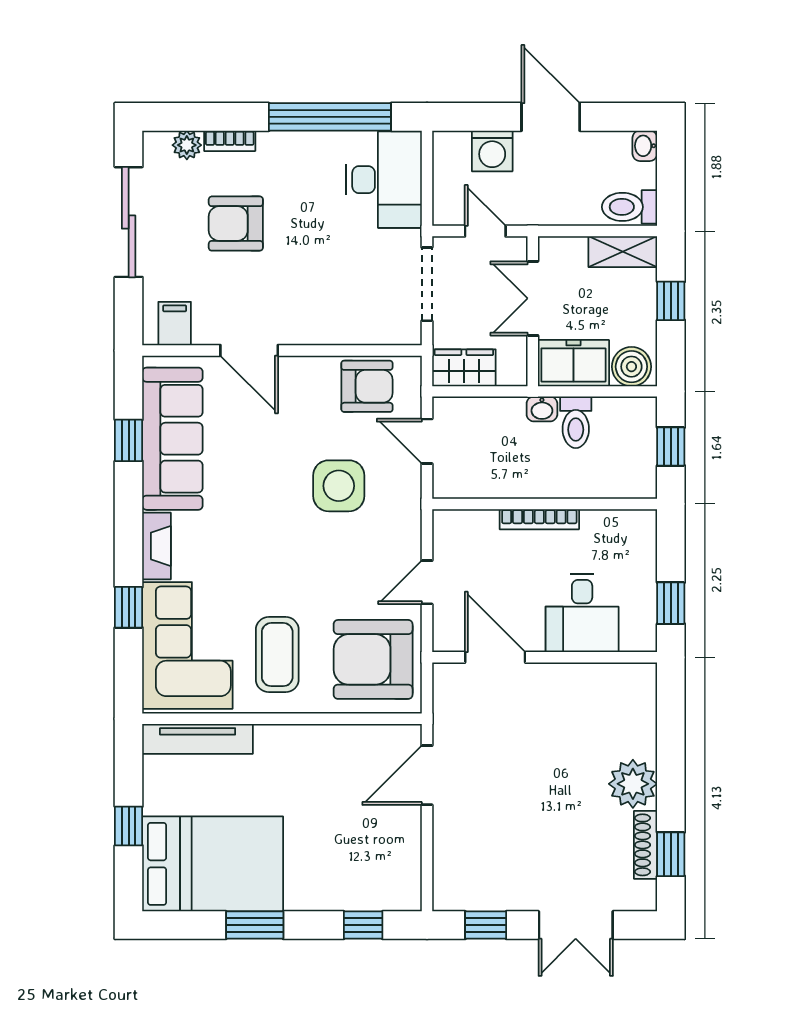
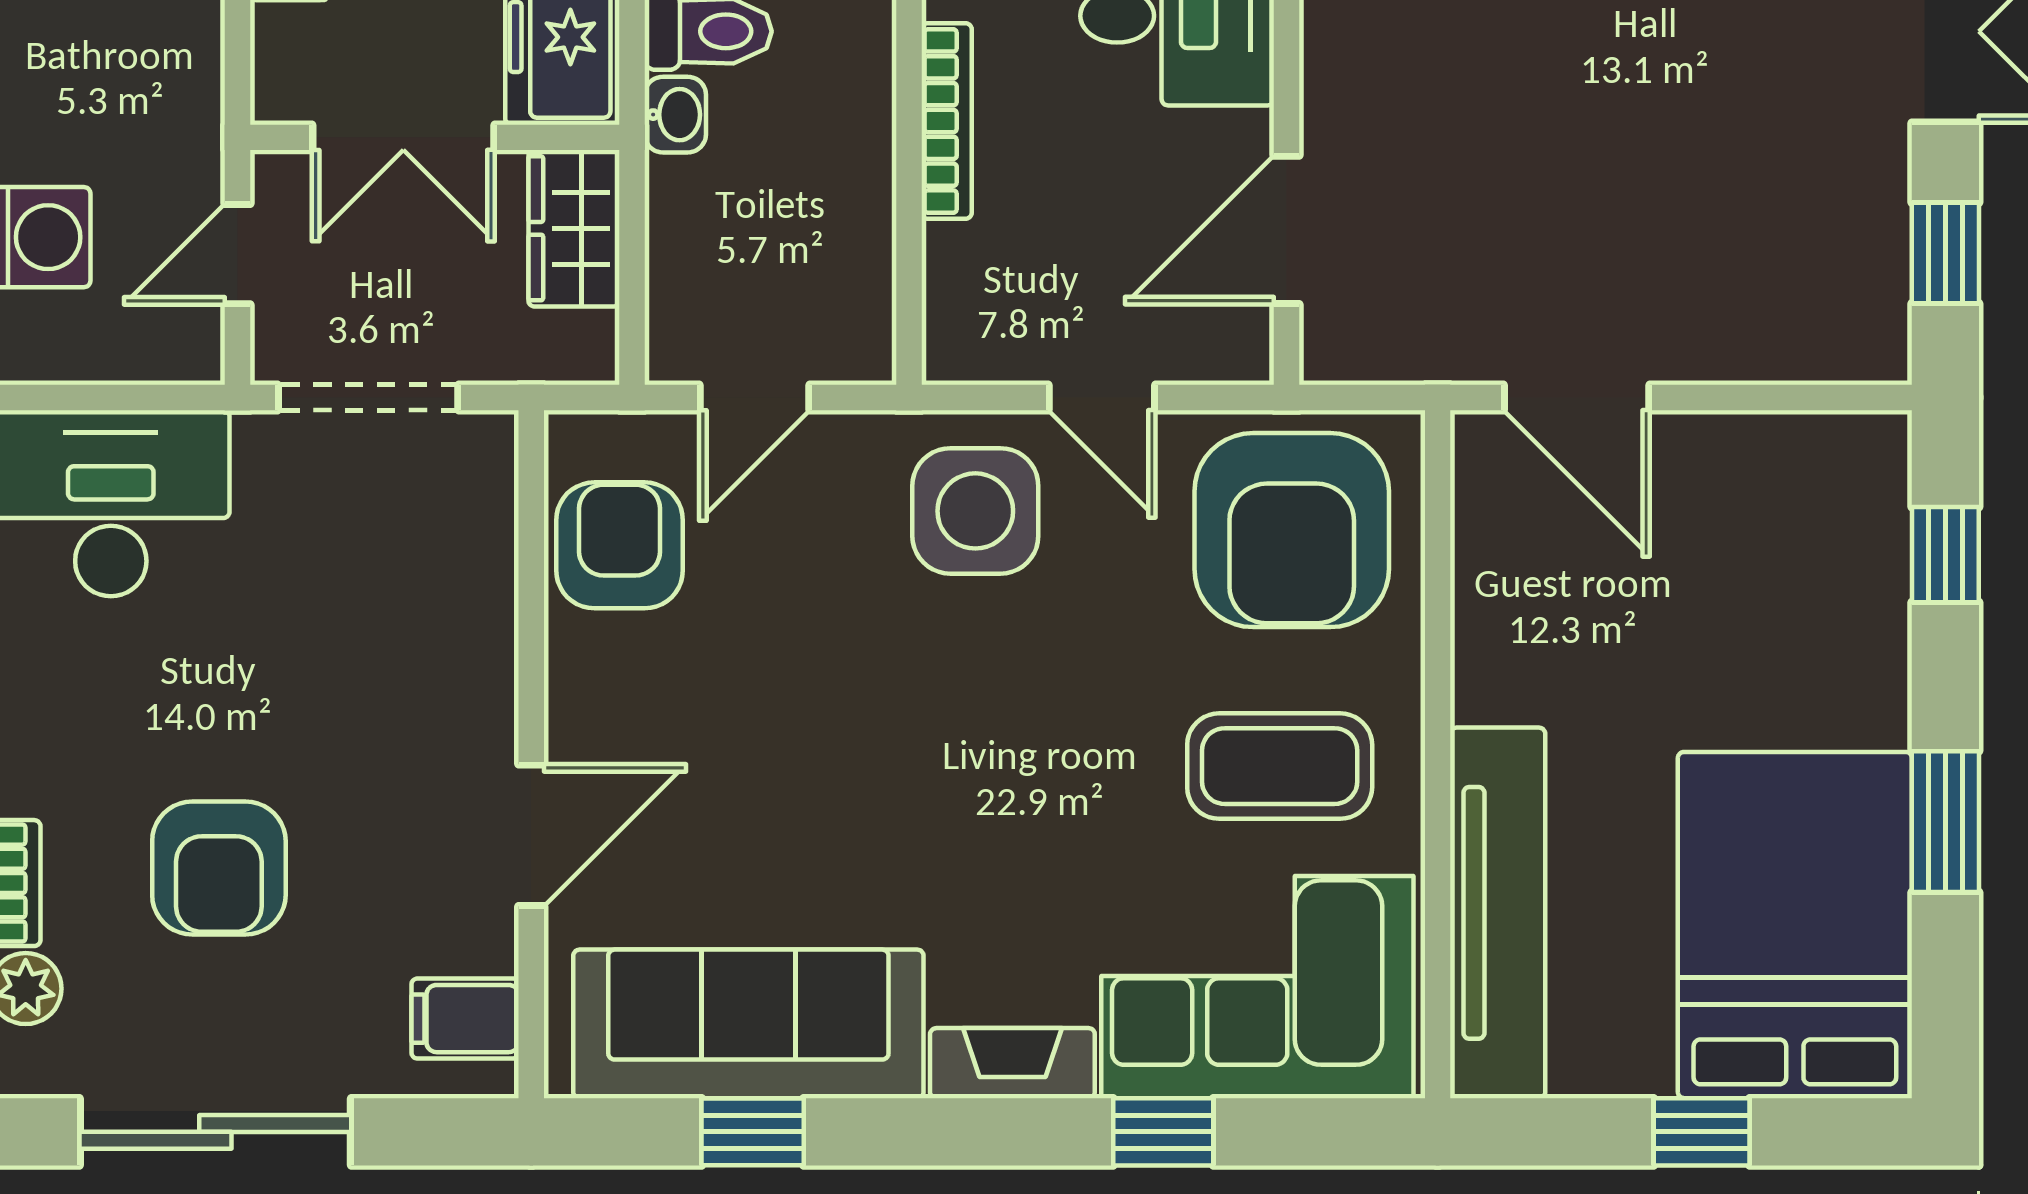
wardrobe: (464, 368) -> (574, 228), moved
side table: (339, 486) -> (975, 511), moved
tv unit: (198, 739) -> (1498, 913), width x1.36, depth x1.29

